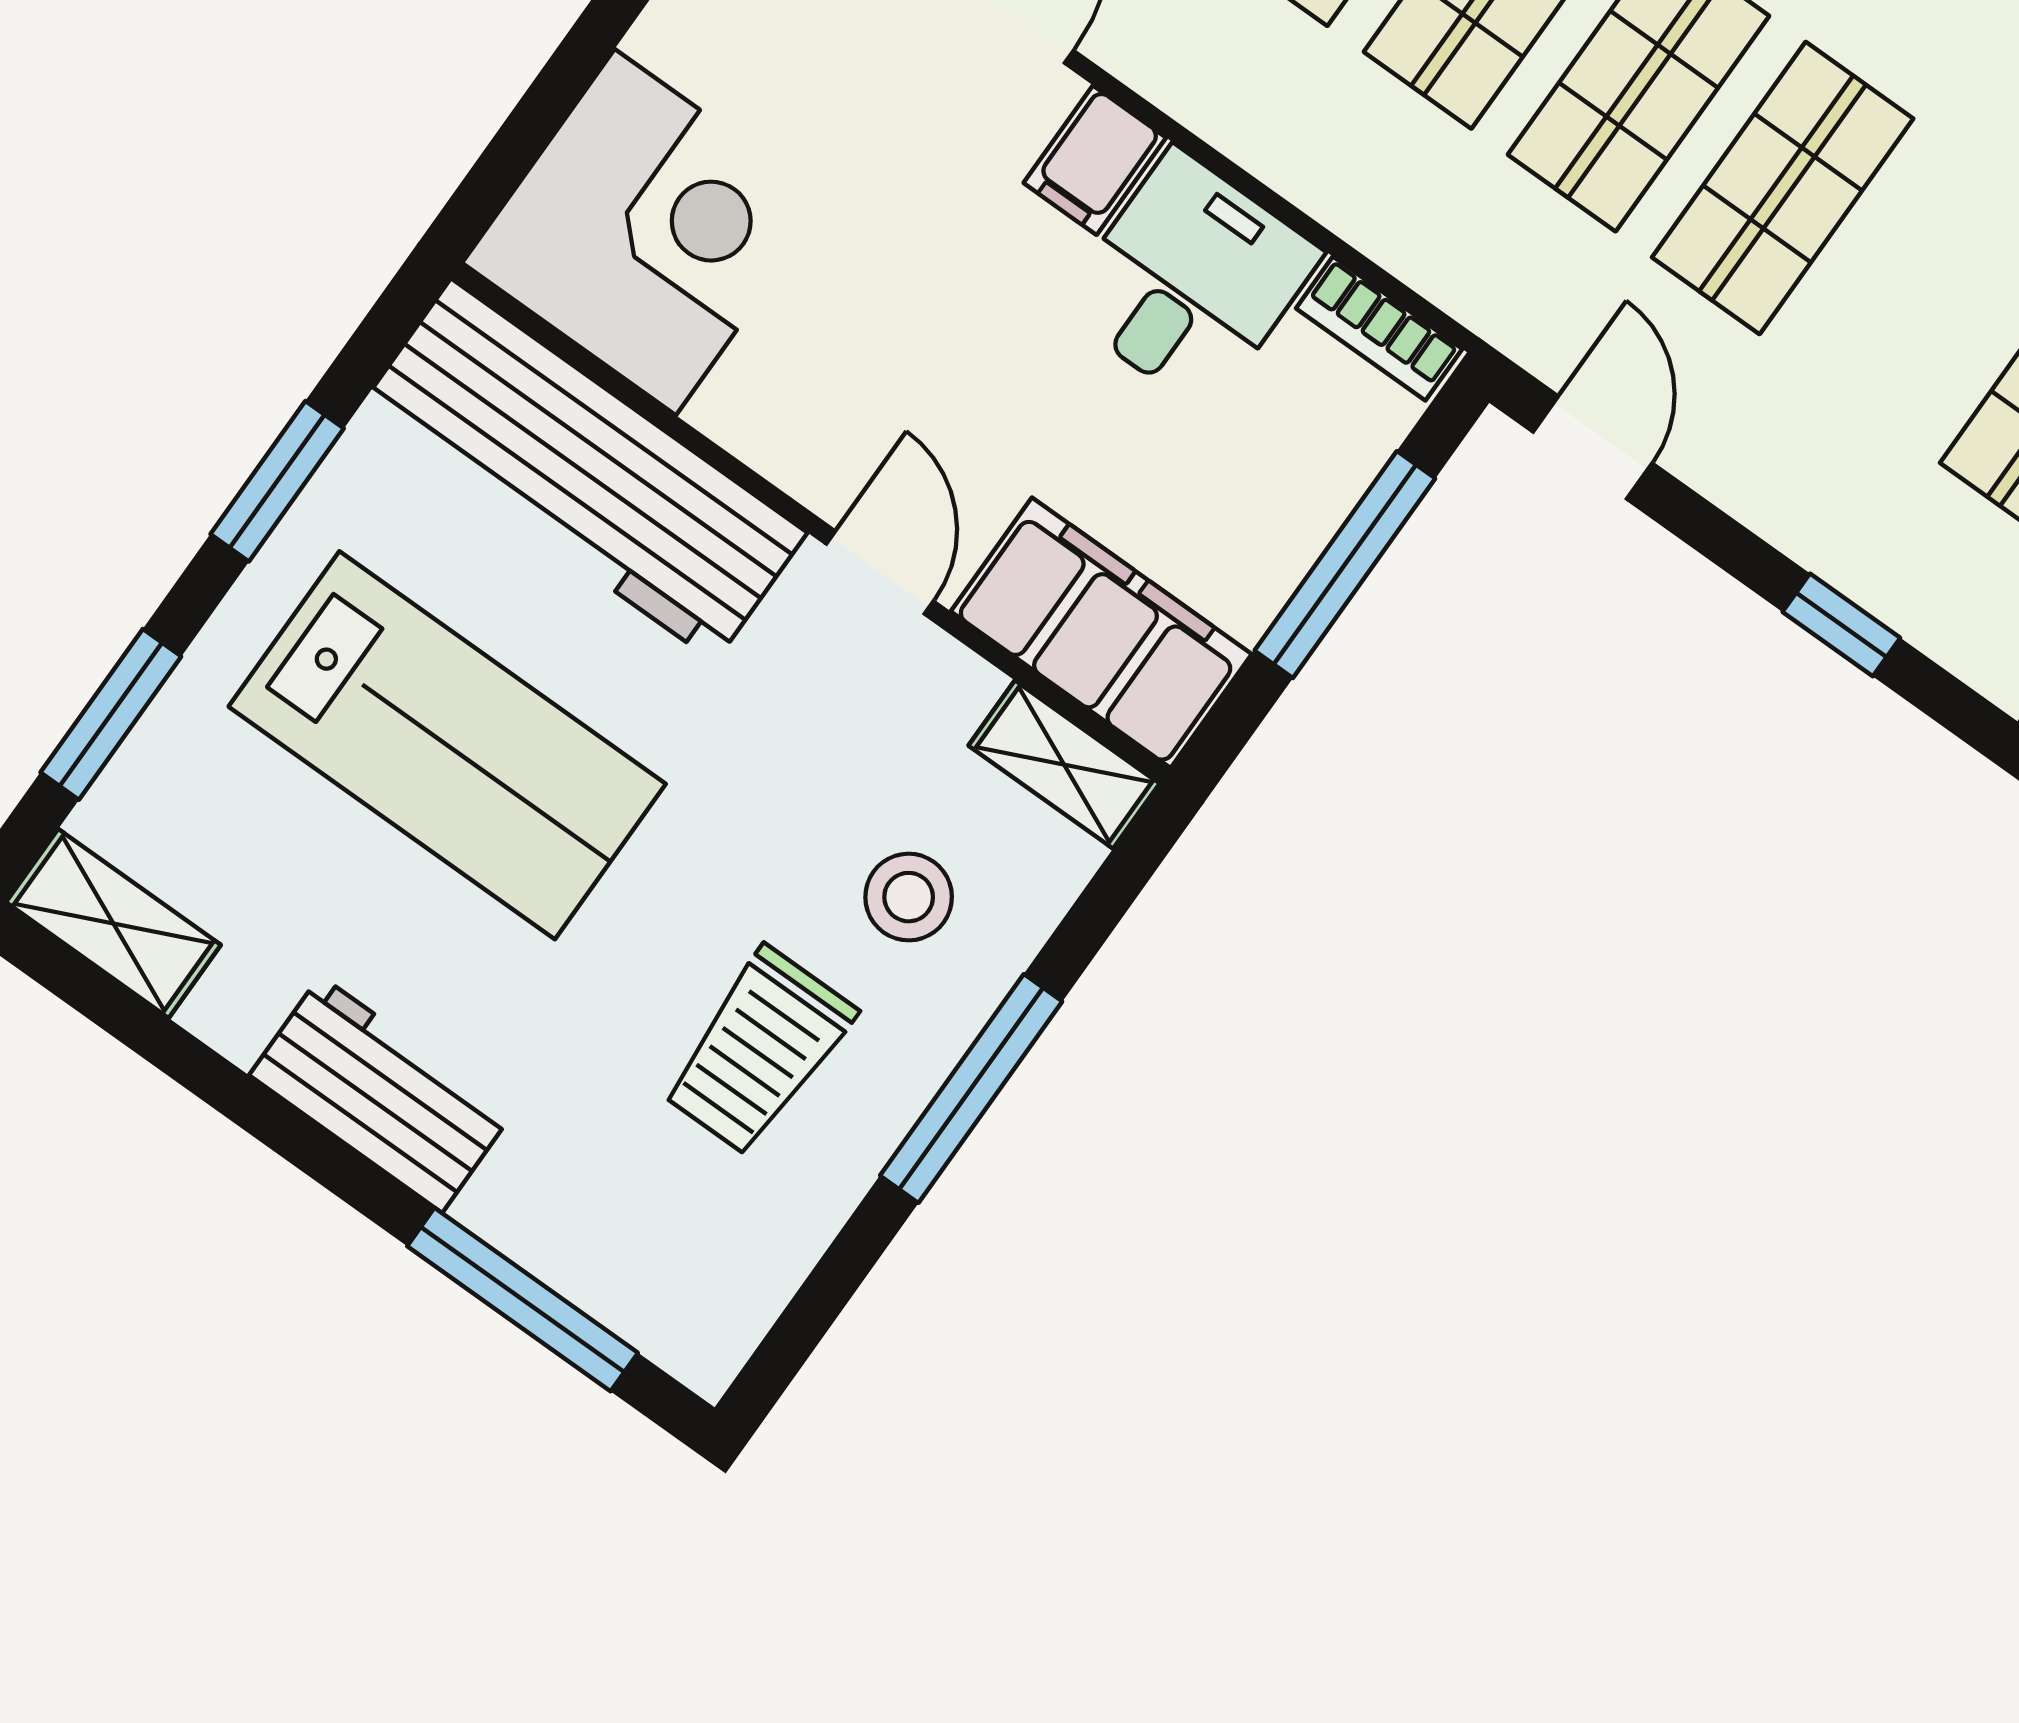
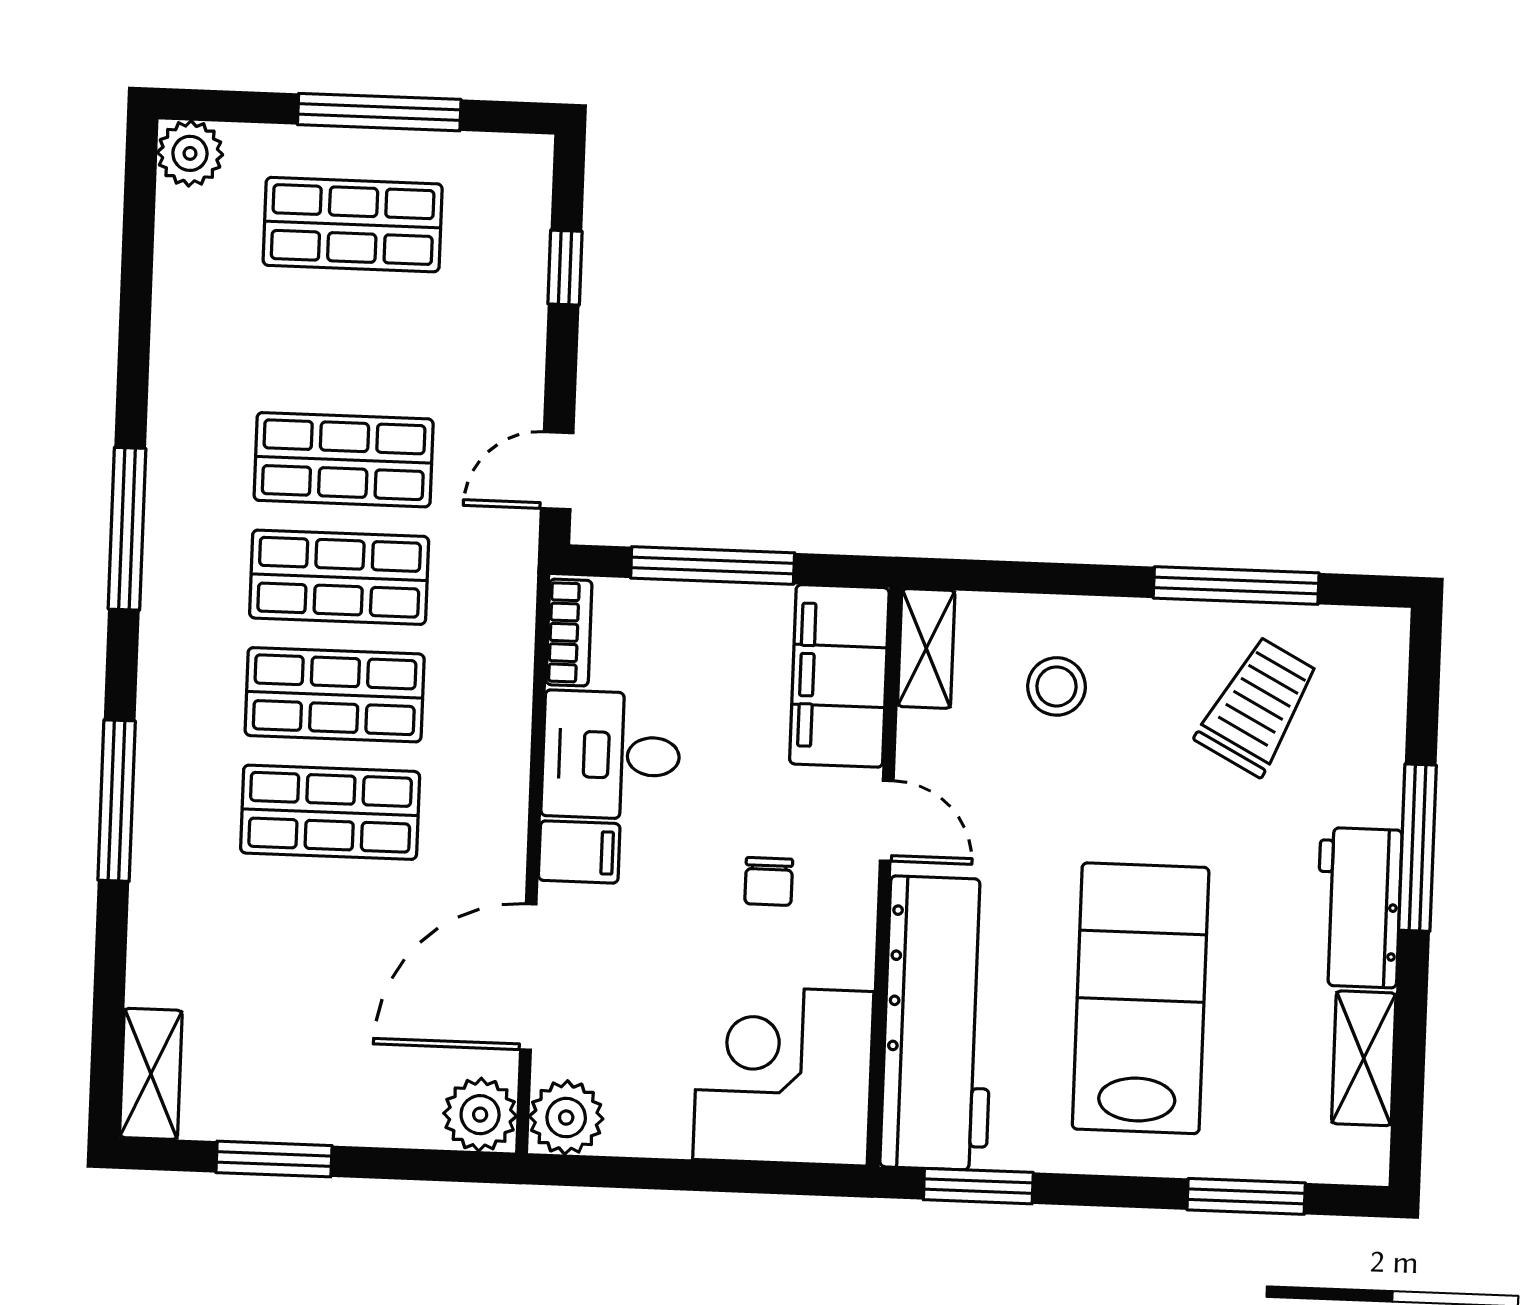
chair: (901, 374) -> (769, 881), added
window: (277, 481) -> (978, 1186), moved
door: (880, 573) -> (887, 821), swing flipped
shelving: (113, 923) -> (1364, 1058), moved
trolley: (759, 1051) -> (1258, 706), moved, turned -62
window: (971, 1088) -> (1236, 586), moved
window: (523, 1300) -> (1417, 848), moved

